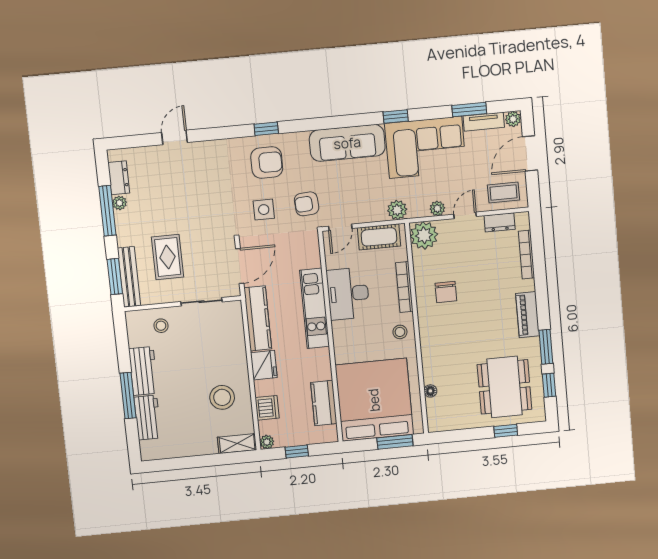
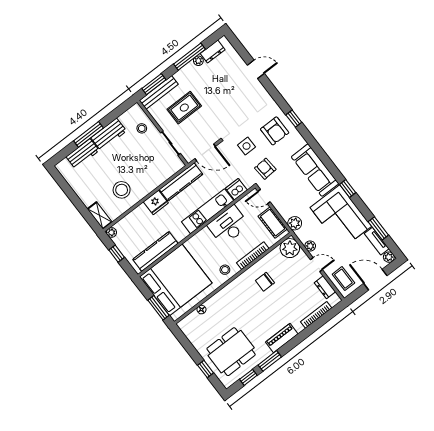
kitchen counter: (324, 403) -> (155, 251), width x1.50
dishwasher: (267, 408) -> (236, 189), moved, turned 180

